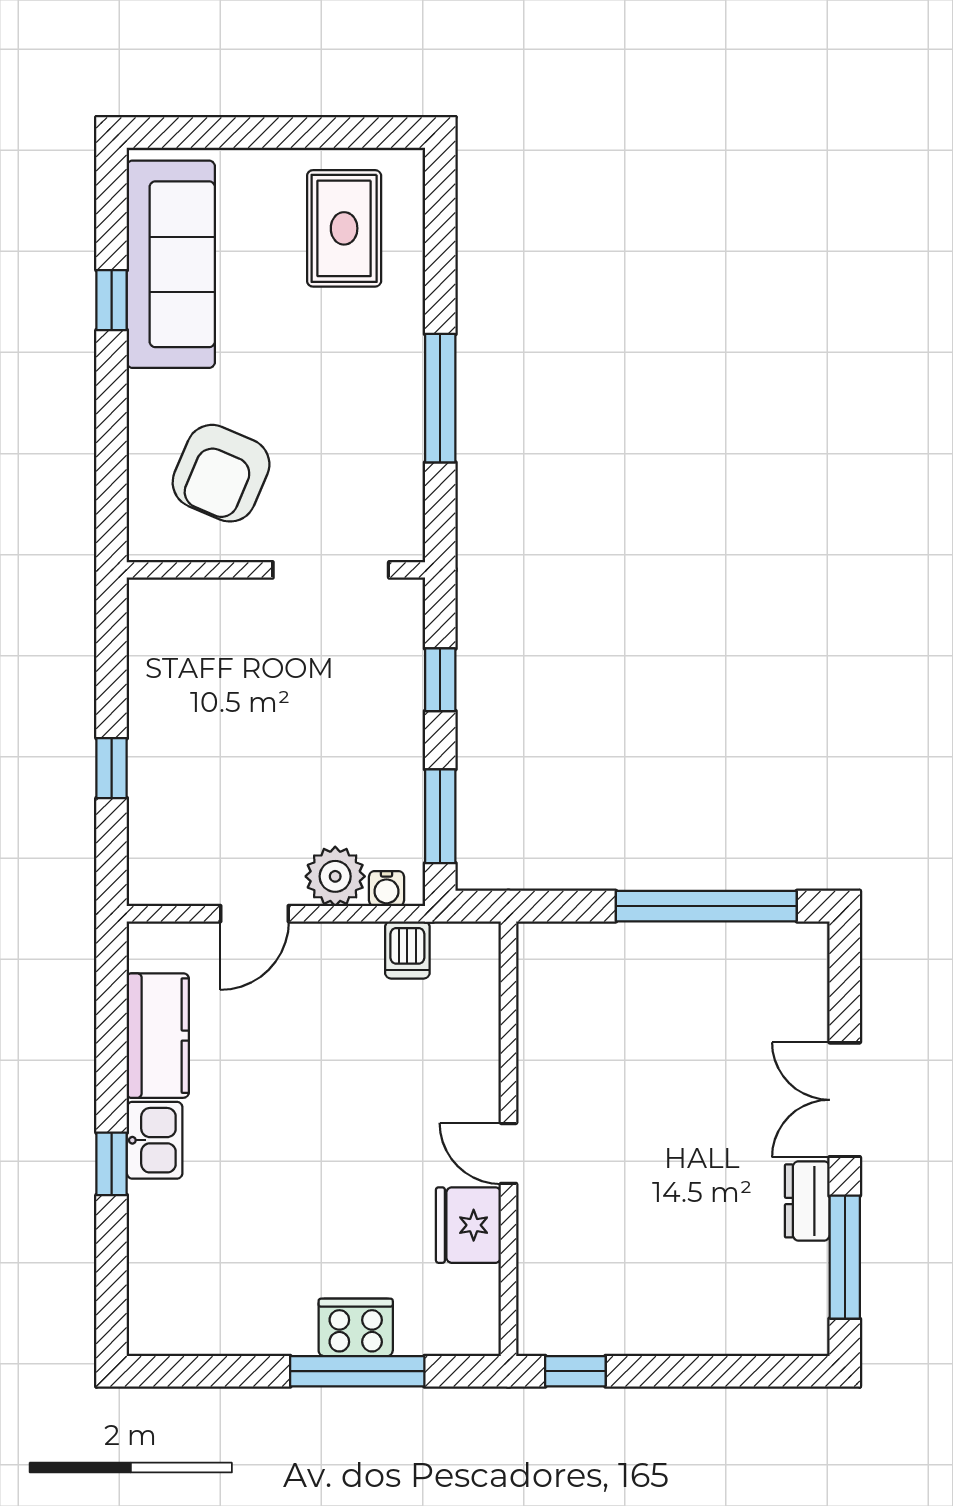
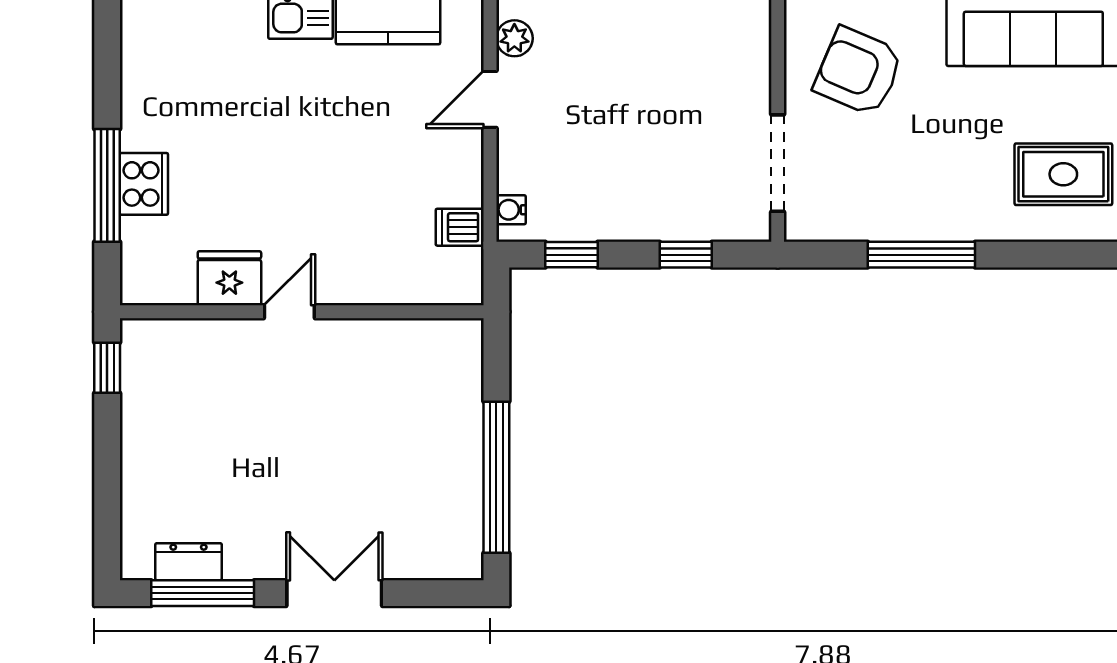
window: (440, 816) -> (572, 255), width x0.67
plant: (335, 876) -> (514, 38), moved, width x0.73, depth x0.73
door: (255, 914) -> (490, 99), hinge flipped
dresser: (807, 1201) -> (189, 562), moved

